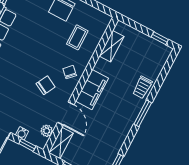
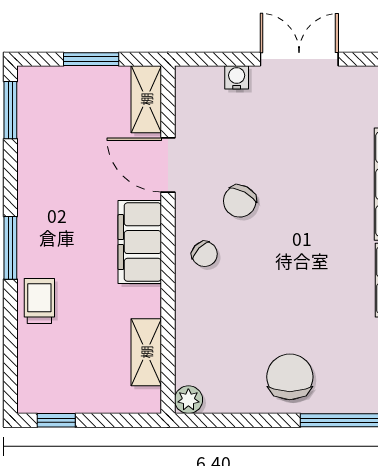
coffee table: (77, 37) -> (226, 333), removed
plant: (47, 131) -> (188, 400), moved
window: (27, 145) -> (213, 59), removed

